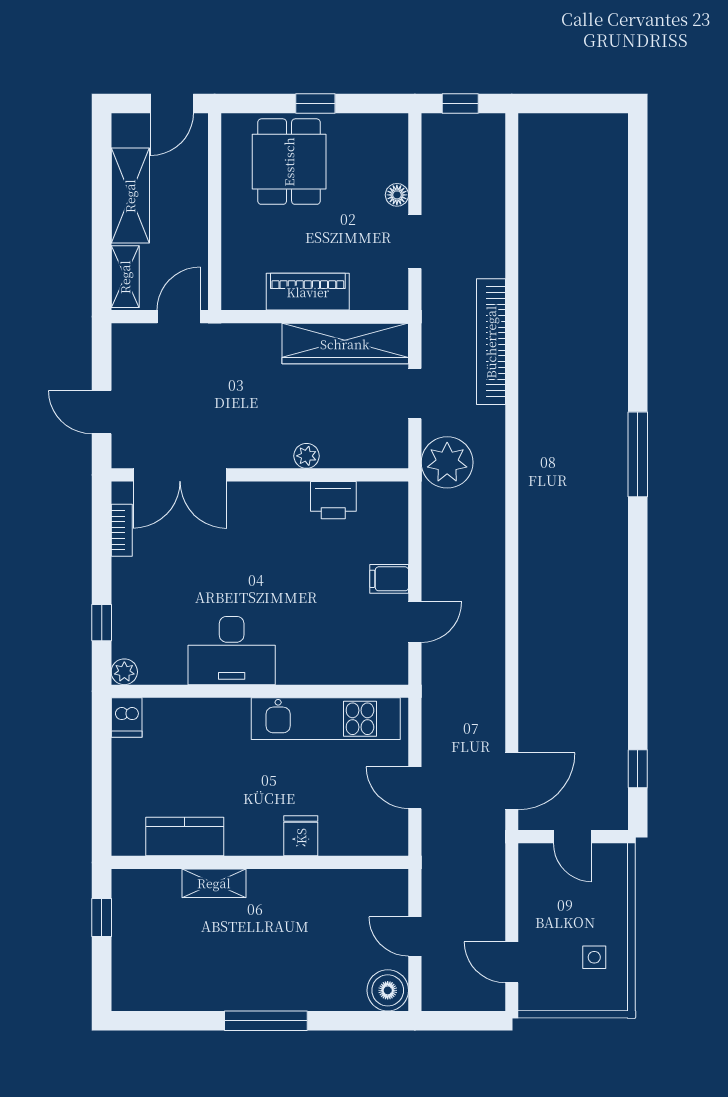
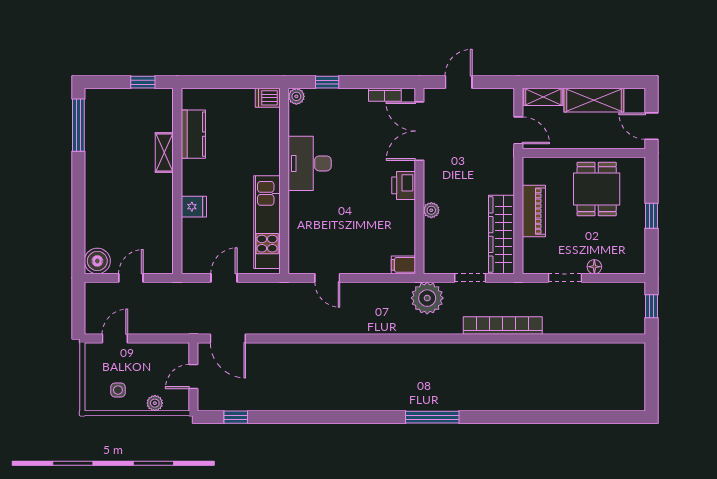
dining table: (289, 162) -> (597, 189), moved, turned 90
printer: (333, 500) -> (404, 185), moved
filing cabinet: (389, 579) -> (403, 265), moved, turned -90
plant: (615, 898) -> (155, 403), added
window: (266, 1021) -> (78, 125), moved

